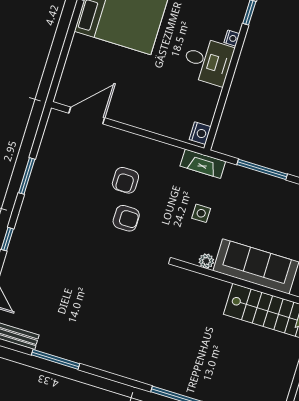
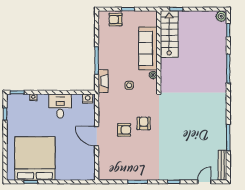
desk: (208, 61) -> (60, 106), moved
door: (87, 115) -> (97, 136), moved
fireplace: (203, 164) -> (103, 81), moved

